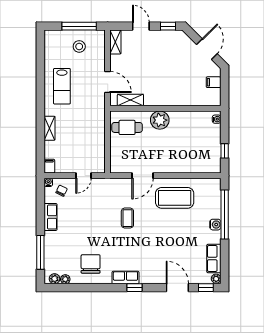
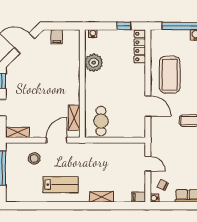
stool: (79, 46) -> (34, 158), moved
plant: (160, 120) -> (94, 63), moved
locker: (203, 167) -> (140, 47), added

